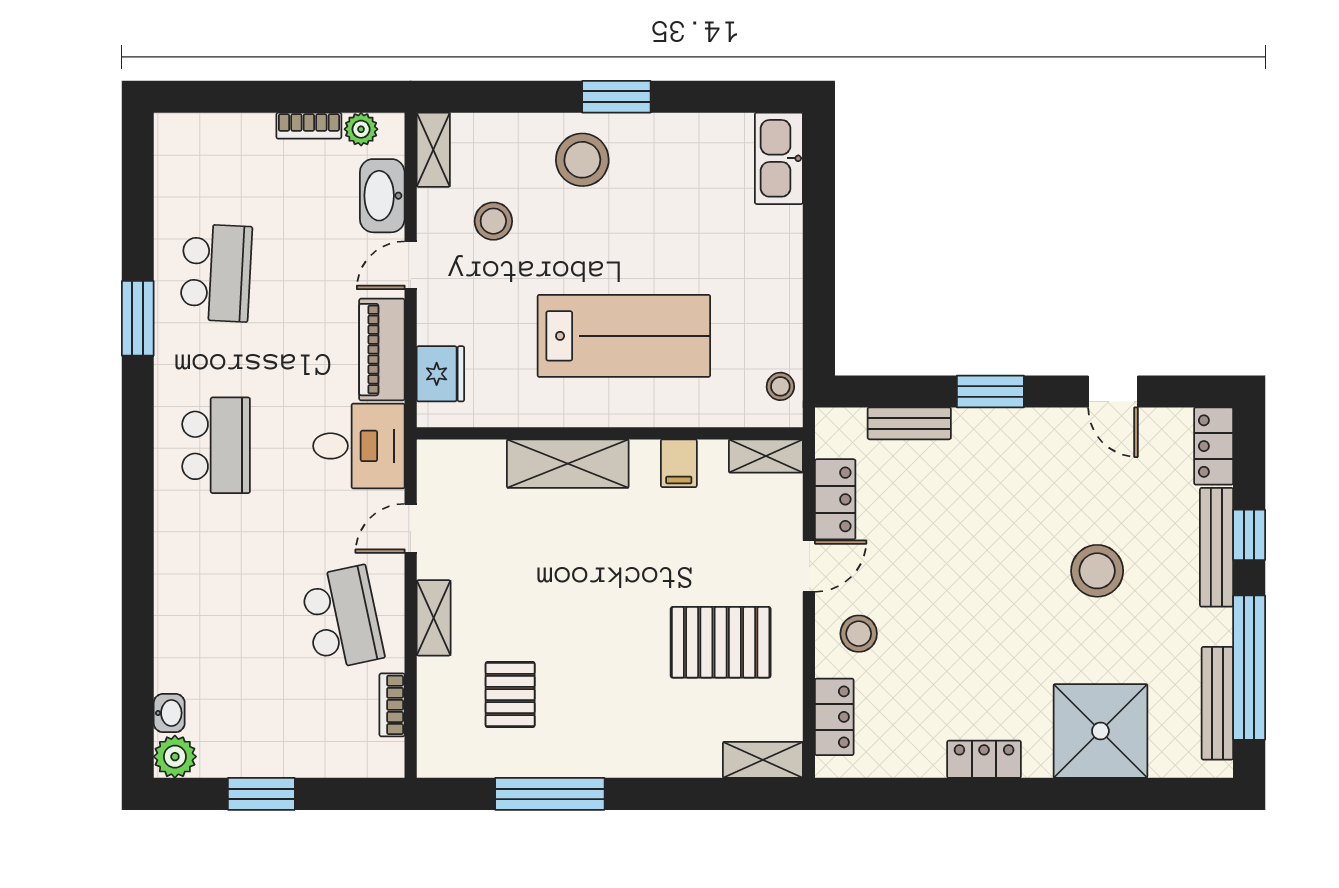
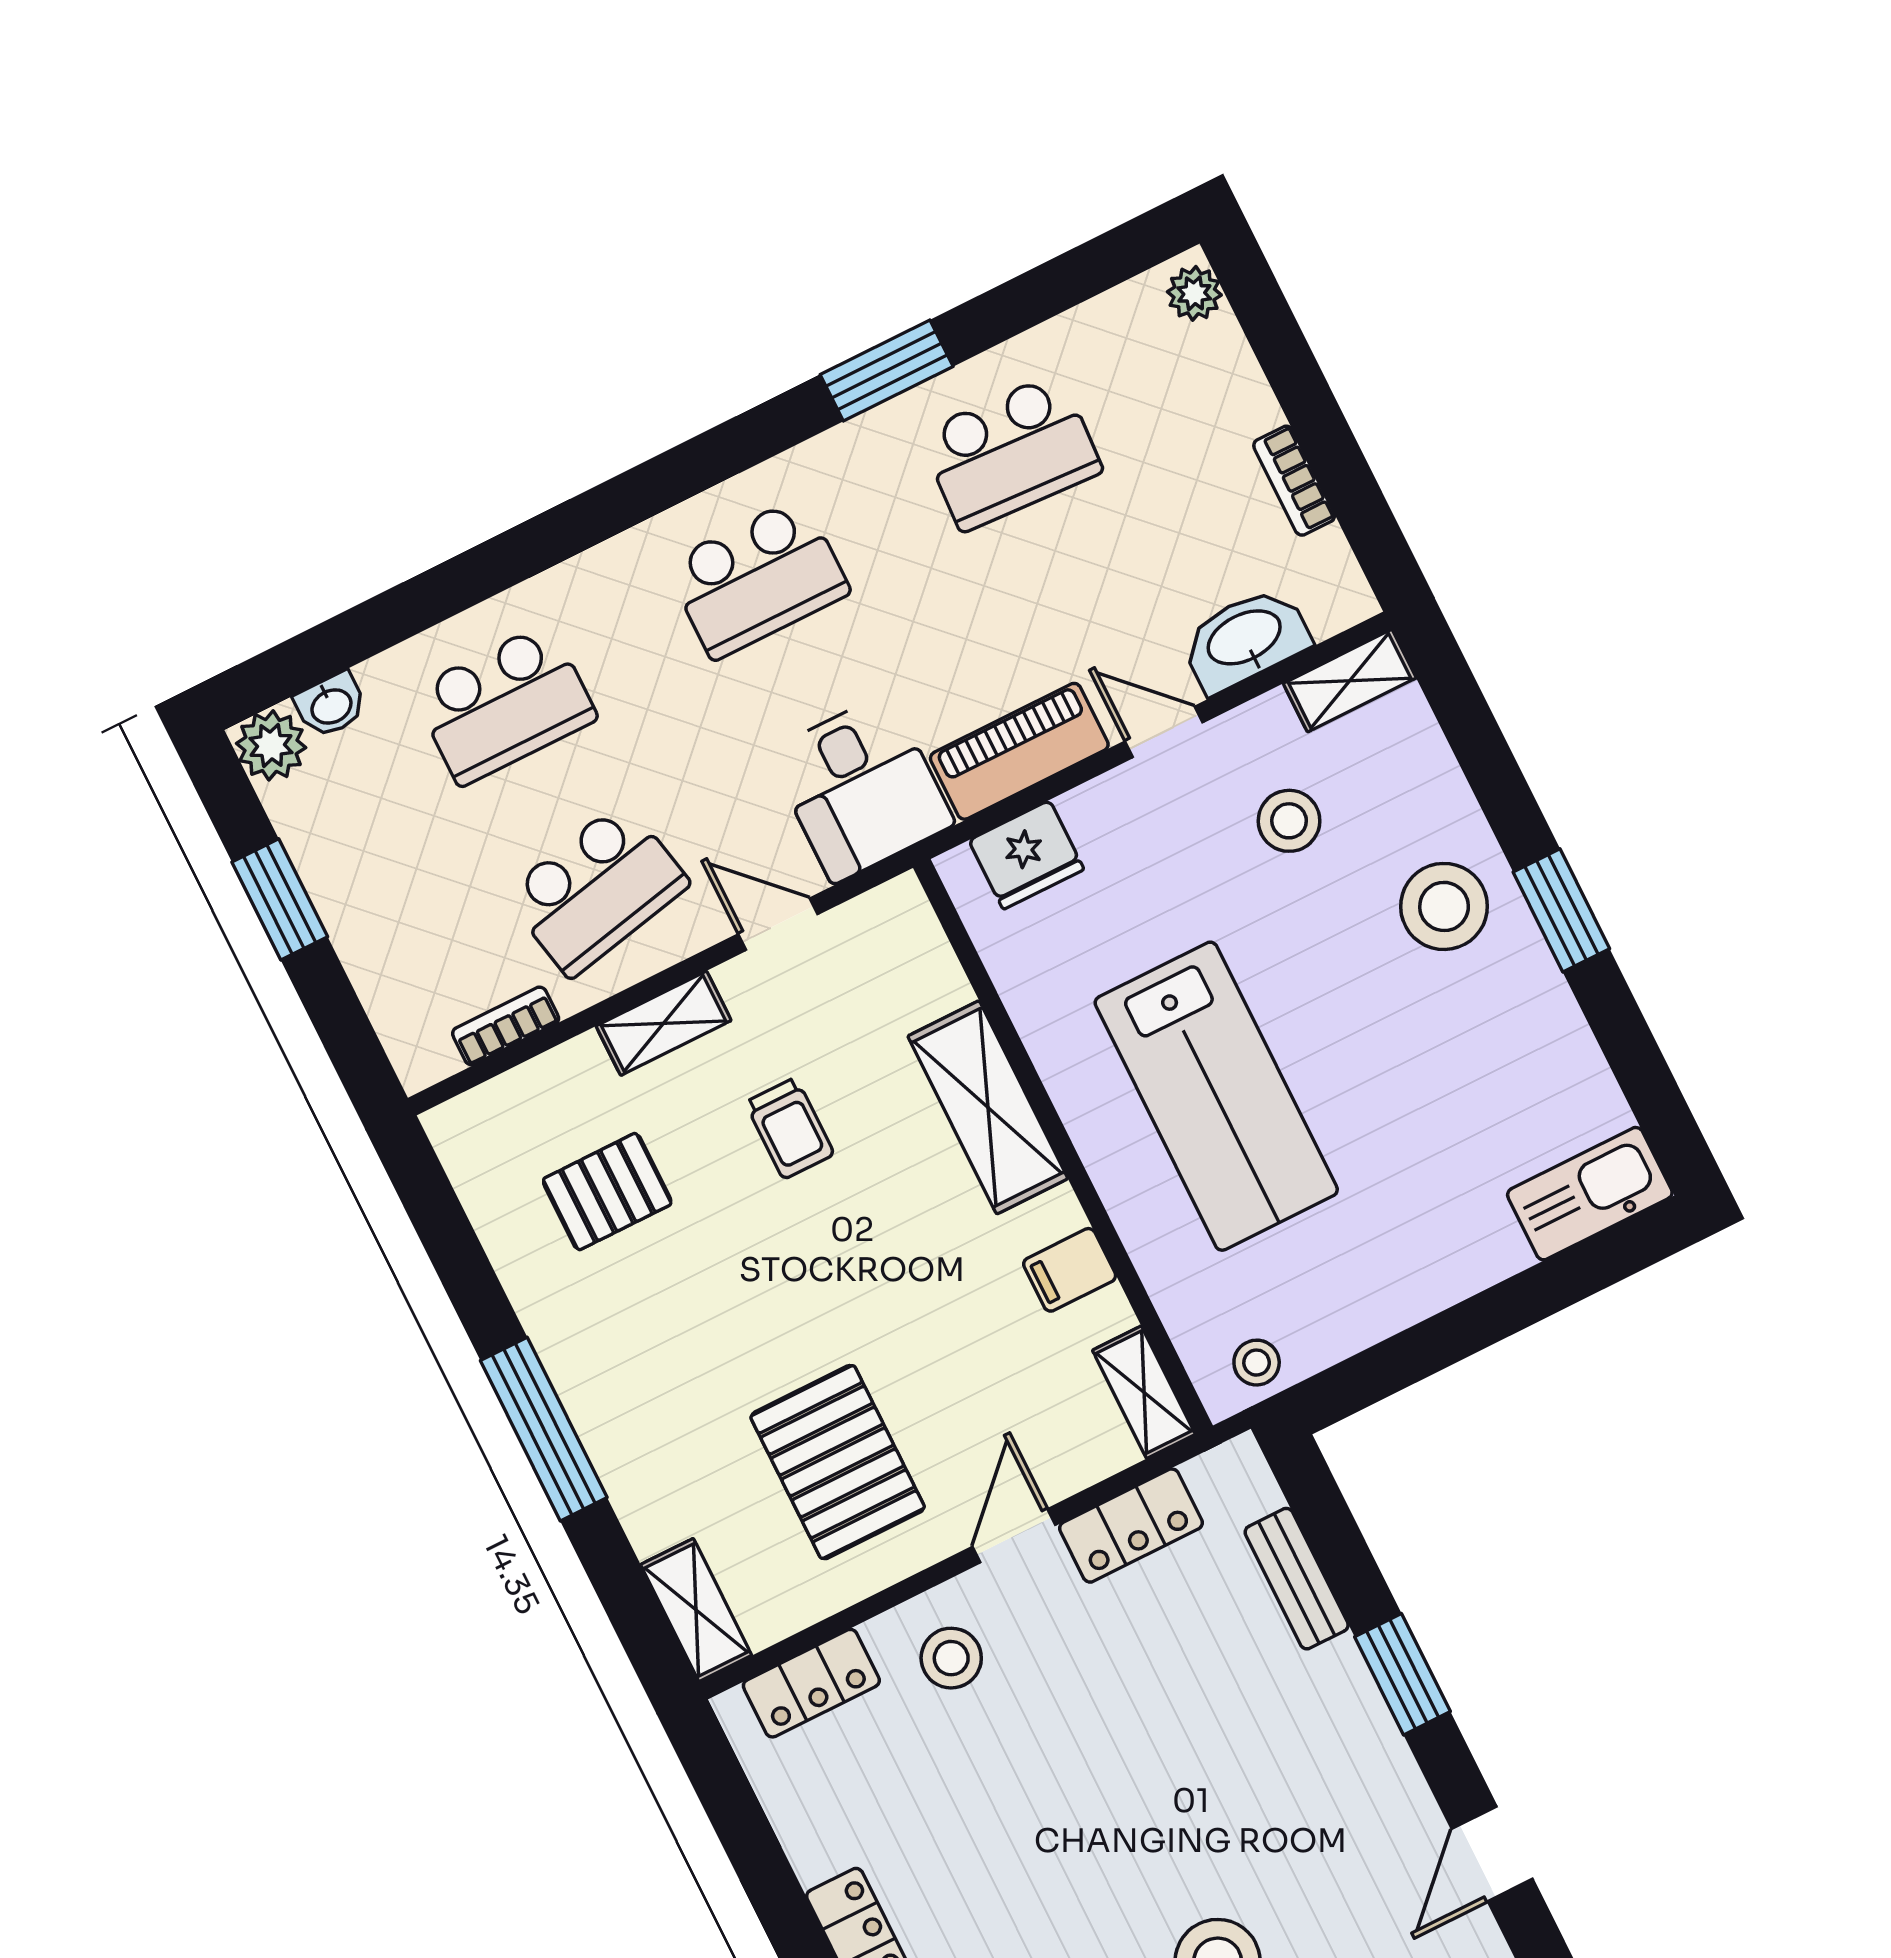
plant: (361, 129) -> (1194, 293), moved
door: (809, 566) -> (1014, 1536), swing flipped
trolley: (525, 578) -> (790, 1128), added
school desk: (216, 618) -> (505, 704), added
window: (550, 794) -> (544, 1429), moved

